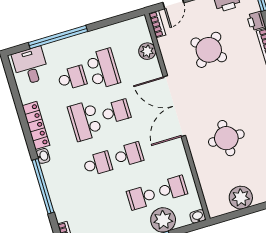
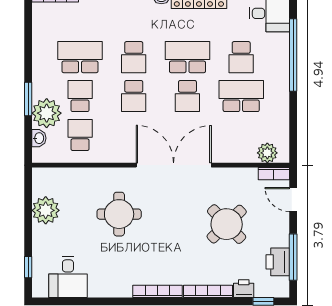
plant: (147, 51) -> (267, 153), moved
school desk: (103, 69) -> (241, 96), turned 180
school desk: (172, 188) -> (80, 135), turned 180
school desk: (110, 207) -> (80, 57), added
washbasin: (198, 216) -> (39, 138), moved

